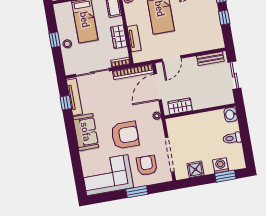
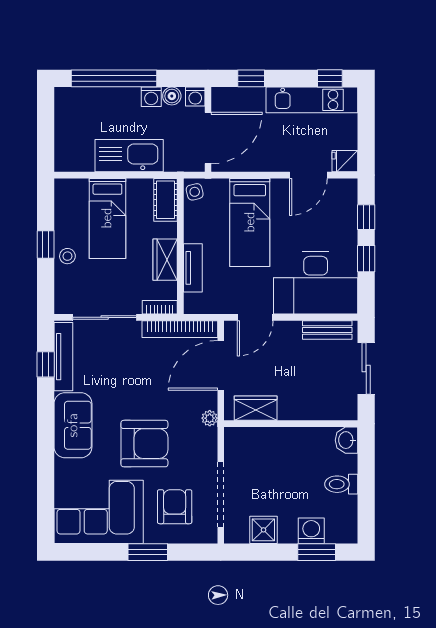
desk: (200, 35) -> (316, 283), added

